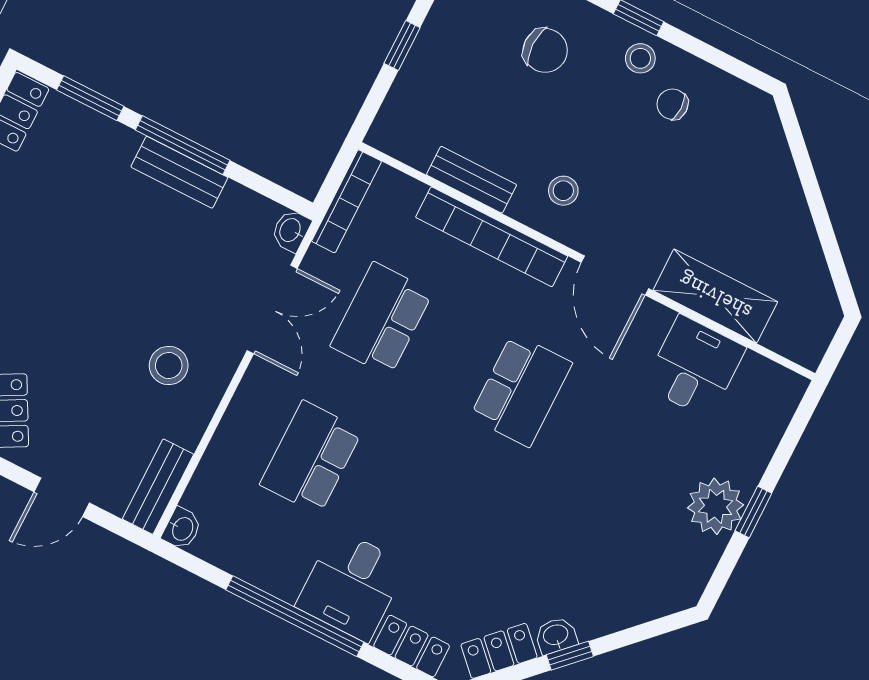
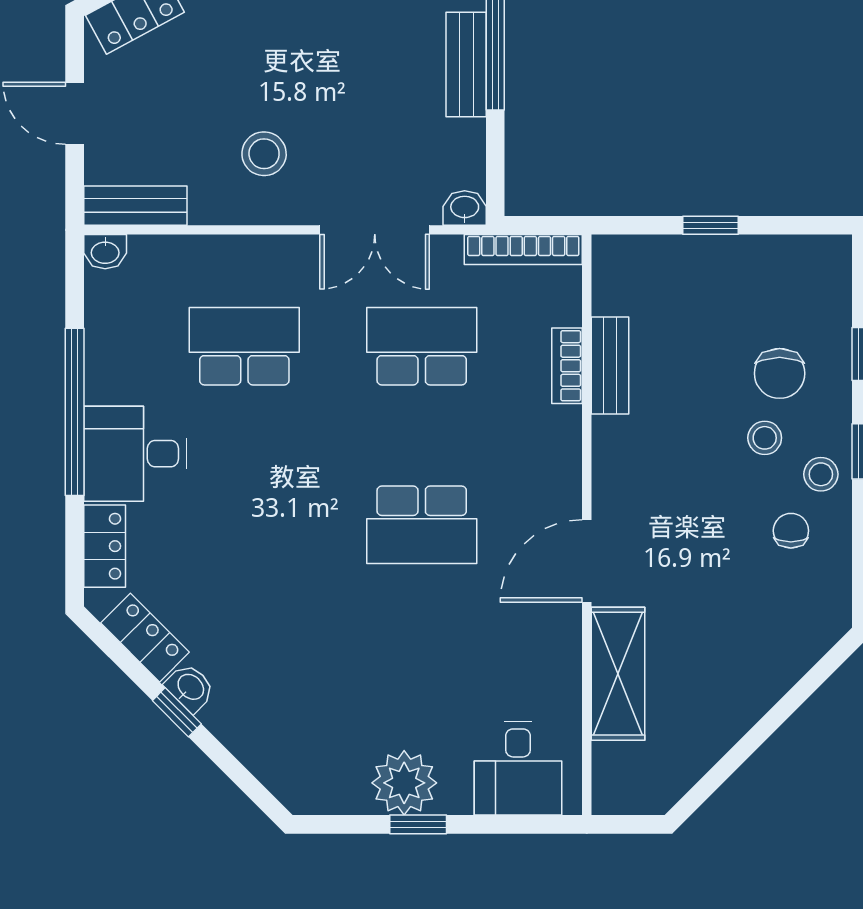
stool: (563, 191) -> (765, 438), moved
bookcase: (492, 237) -> (567, 366), width x0.43, depth x0.76
desk: (695, 367) -> (518, 768), moved, turned 90

